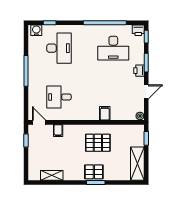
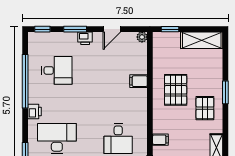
printer: (138, 30) -> (35, 112), moved
desk: (113, 48) -> (57, 70), width x0.73
door: (146, 92) -> (112, 29), swing flipped
pallet: (94, 172) -> (205, 108), moved

